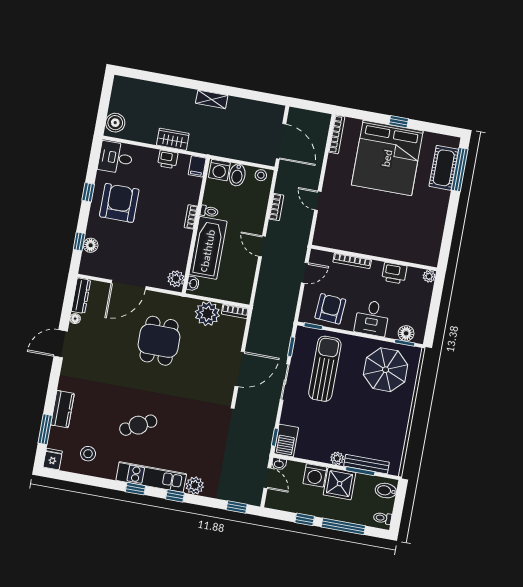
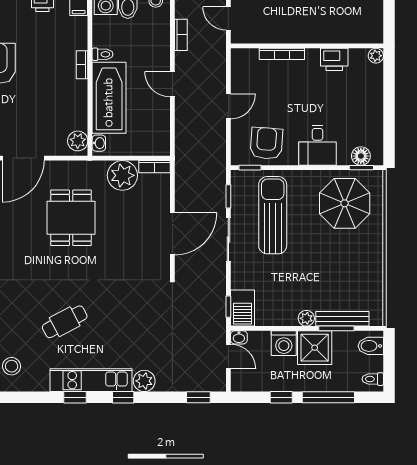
wall: (374, 258) -> (307, 46), moved
bookcase: (352, 261) -> (282, 54), moved
printer: (394, 273) -> (334, 59), moved
plant: (429, 276) -> (376, 56), moved

